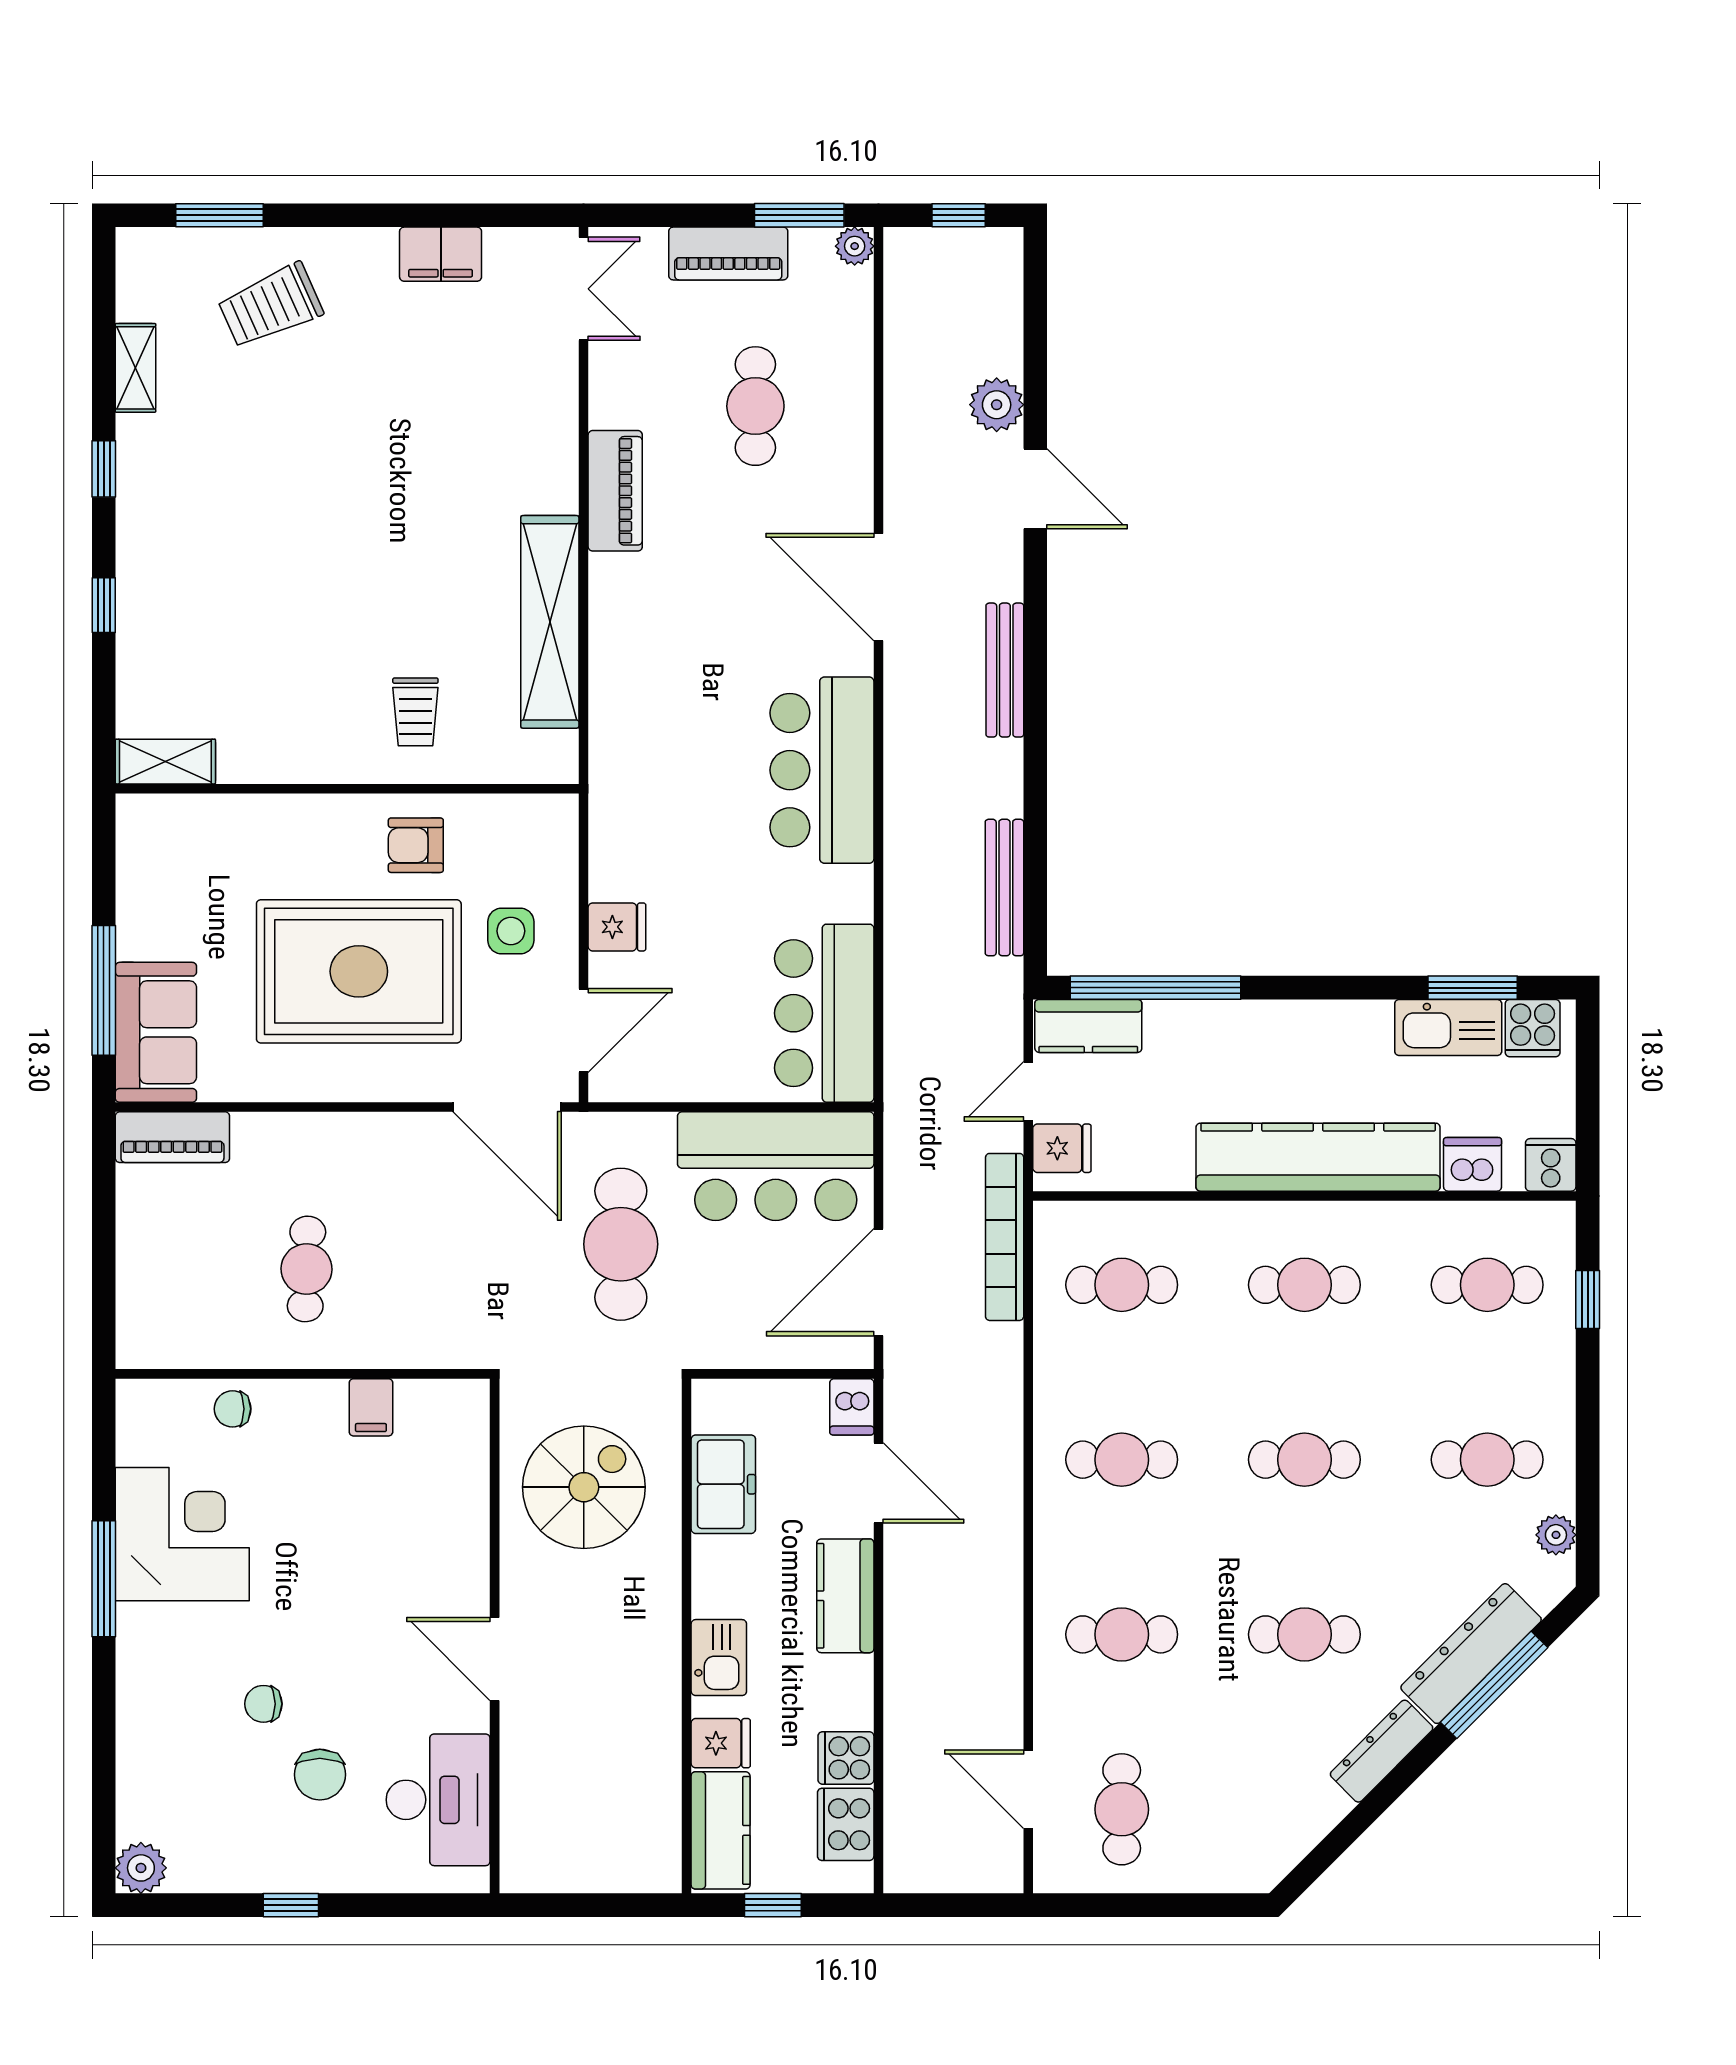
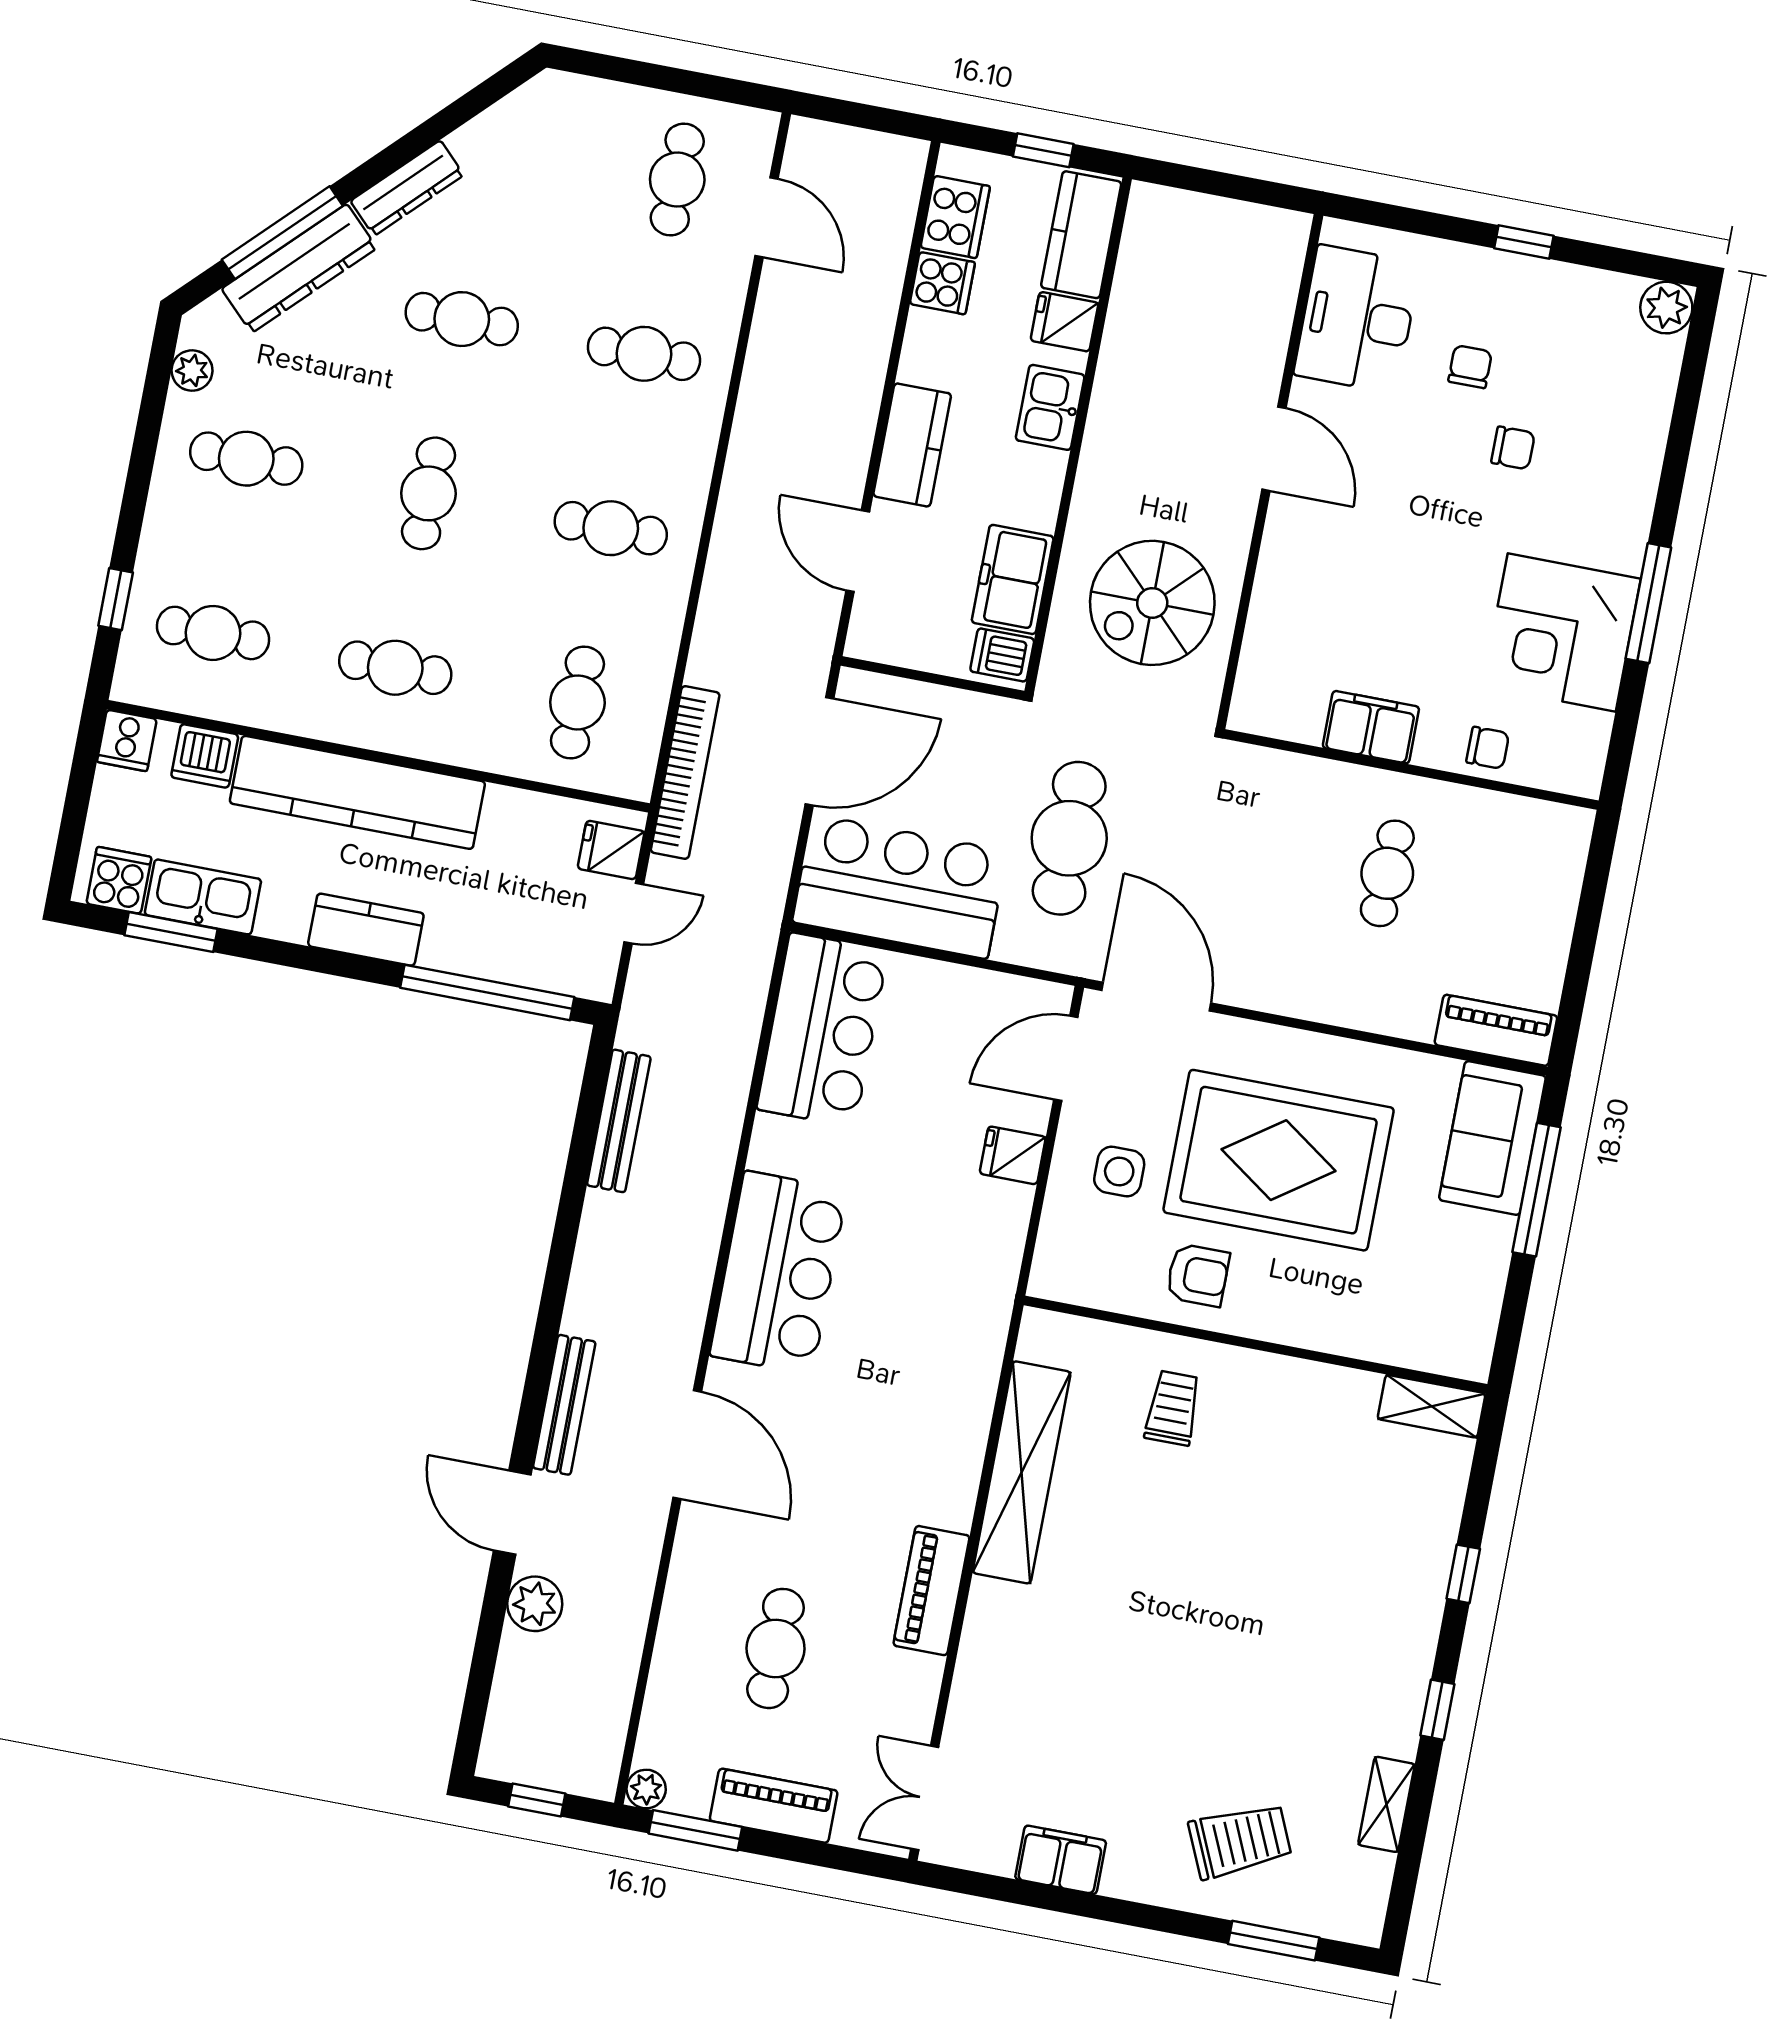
bench: (1005, 670) -> (564, 1405), moved
kitchen counter: (1088, 1026) -> (366, 930), moved
cafe table: (1122, 1285) -> (577, 702), turned 90
filing cabinet: (371, 1407) -> (1371, 727), width x2.00
dishwasher: (852, 1407) -> (1002, 655), moved, turned -90
cafe table: (1304, 1460) -> (428, 493), turned 90
chair: (320, 1775) -> (1470, 367), width x0.73, depth x0.73

